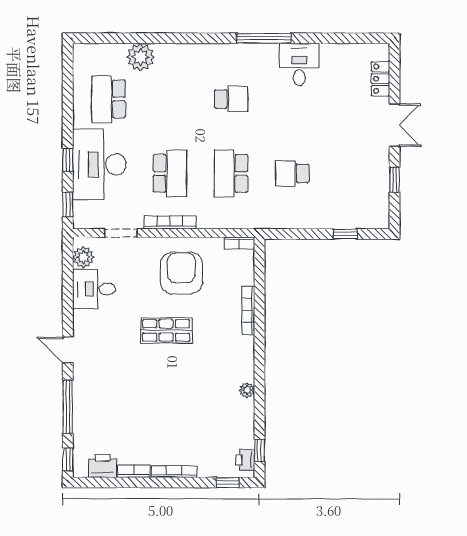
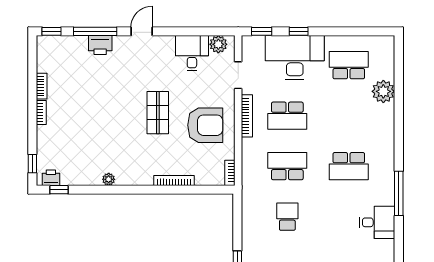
school desk: (231, 99) -> (349, 166), width x1.85
printer: (103, 466) -> (100, 45), moved, turned 90
bookcase: (174, 472) -> (41, 112), width x0.64

